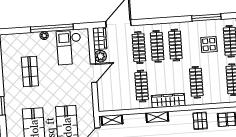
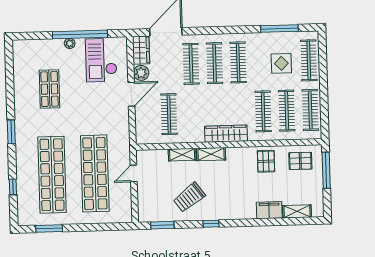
clothes rail: (215, 81) -> (287, 111), added
clothes rail: (142, 86) -> (169, 114), moved
shelving: (112, 120) -> (182, 155), moved

